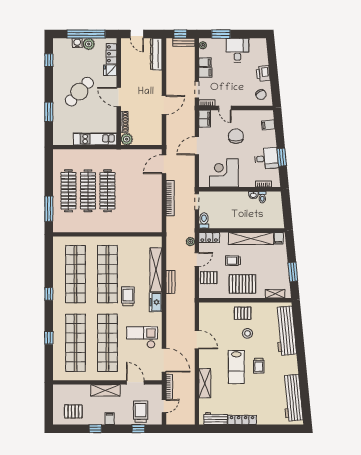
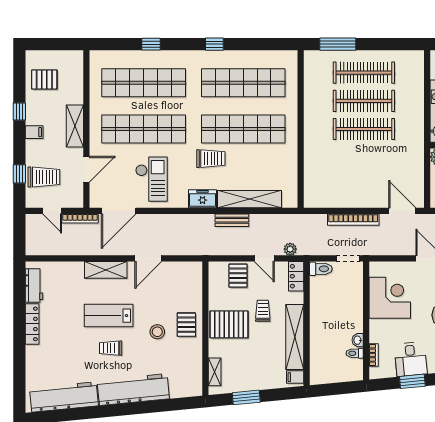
pallet: (242, 284) -> (229, 324), turned 90
workbench: (286, 331) -> (133, 390), moved
shelving: (205, 383) -> (106, 270), moved
pallet: (73, 411) -> (44, 80), turned 90

